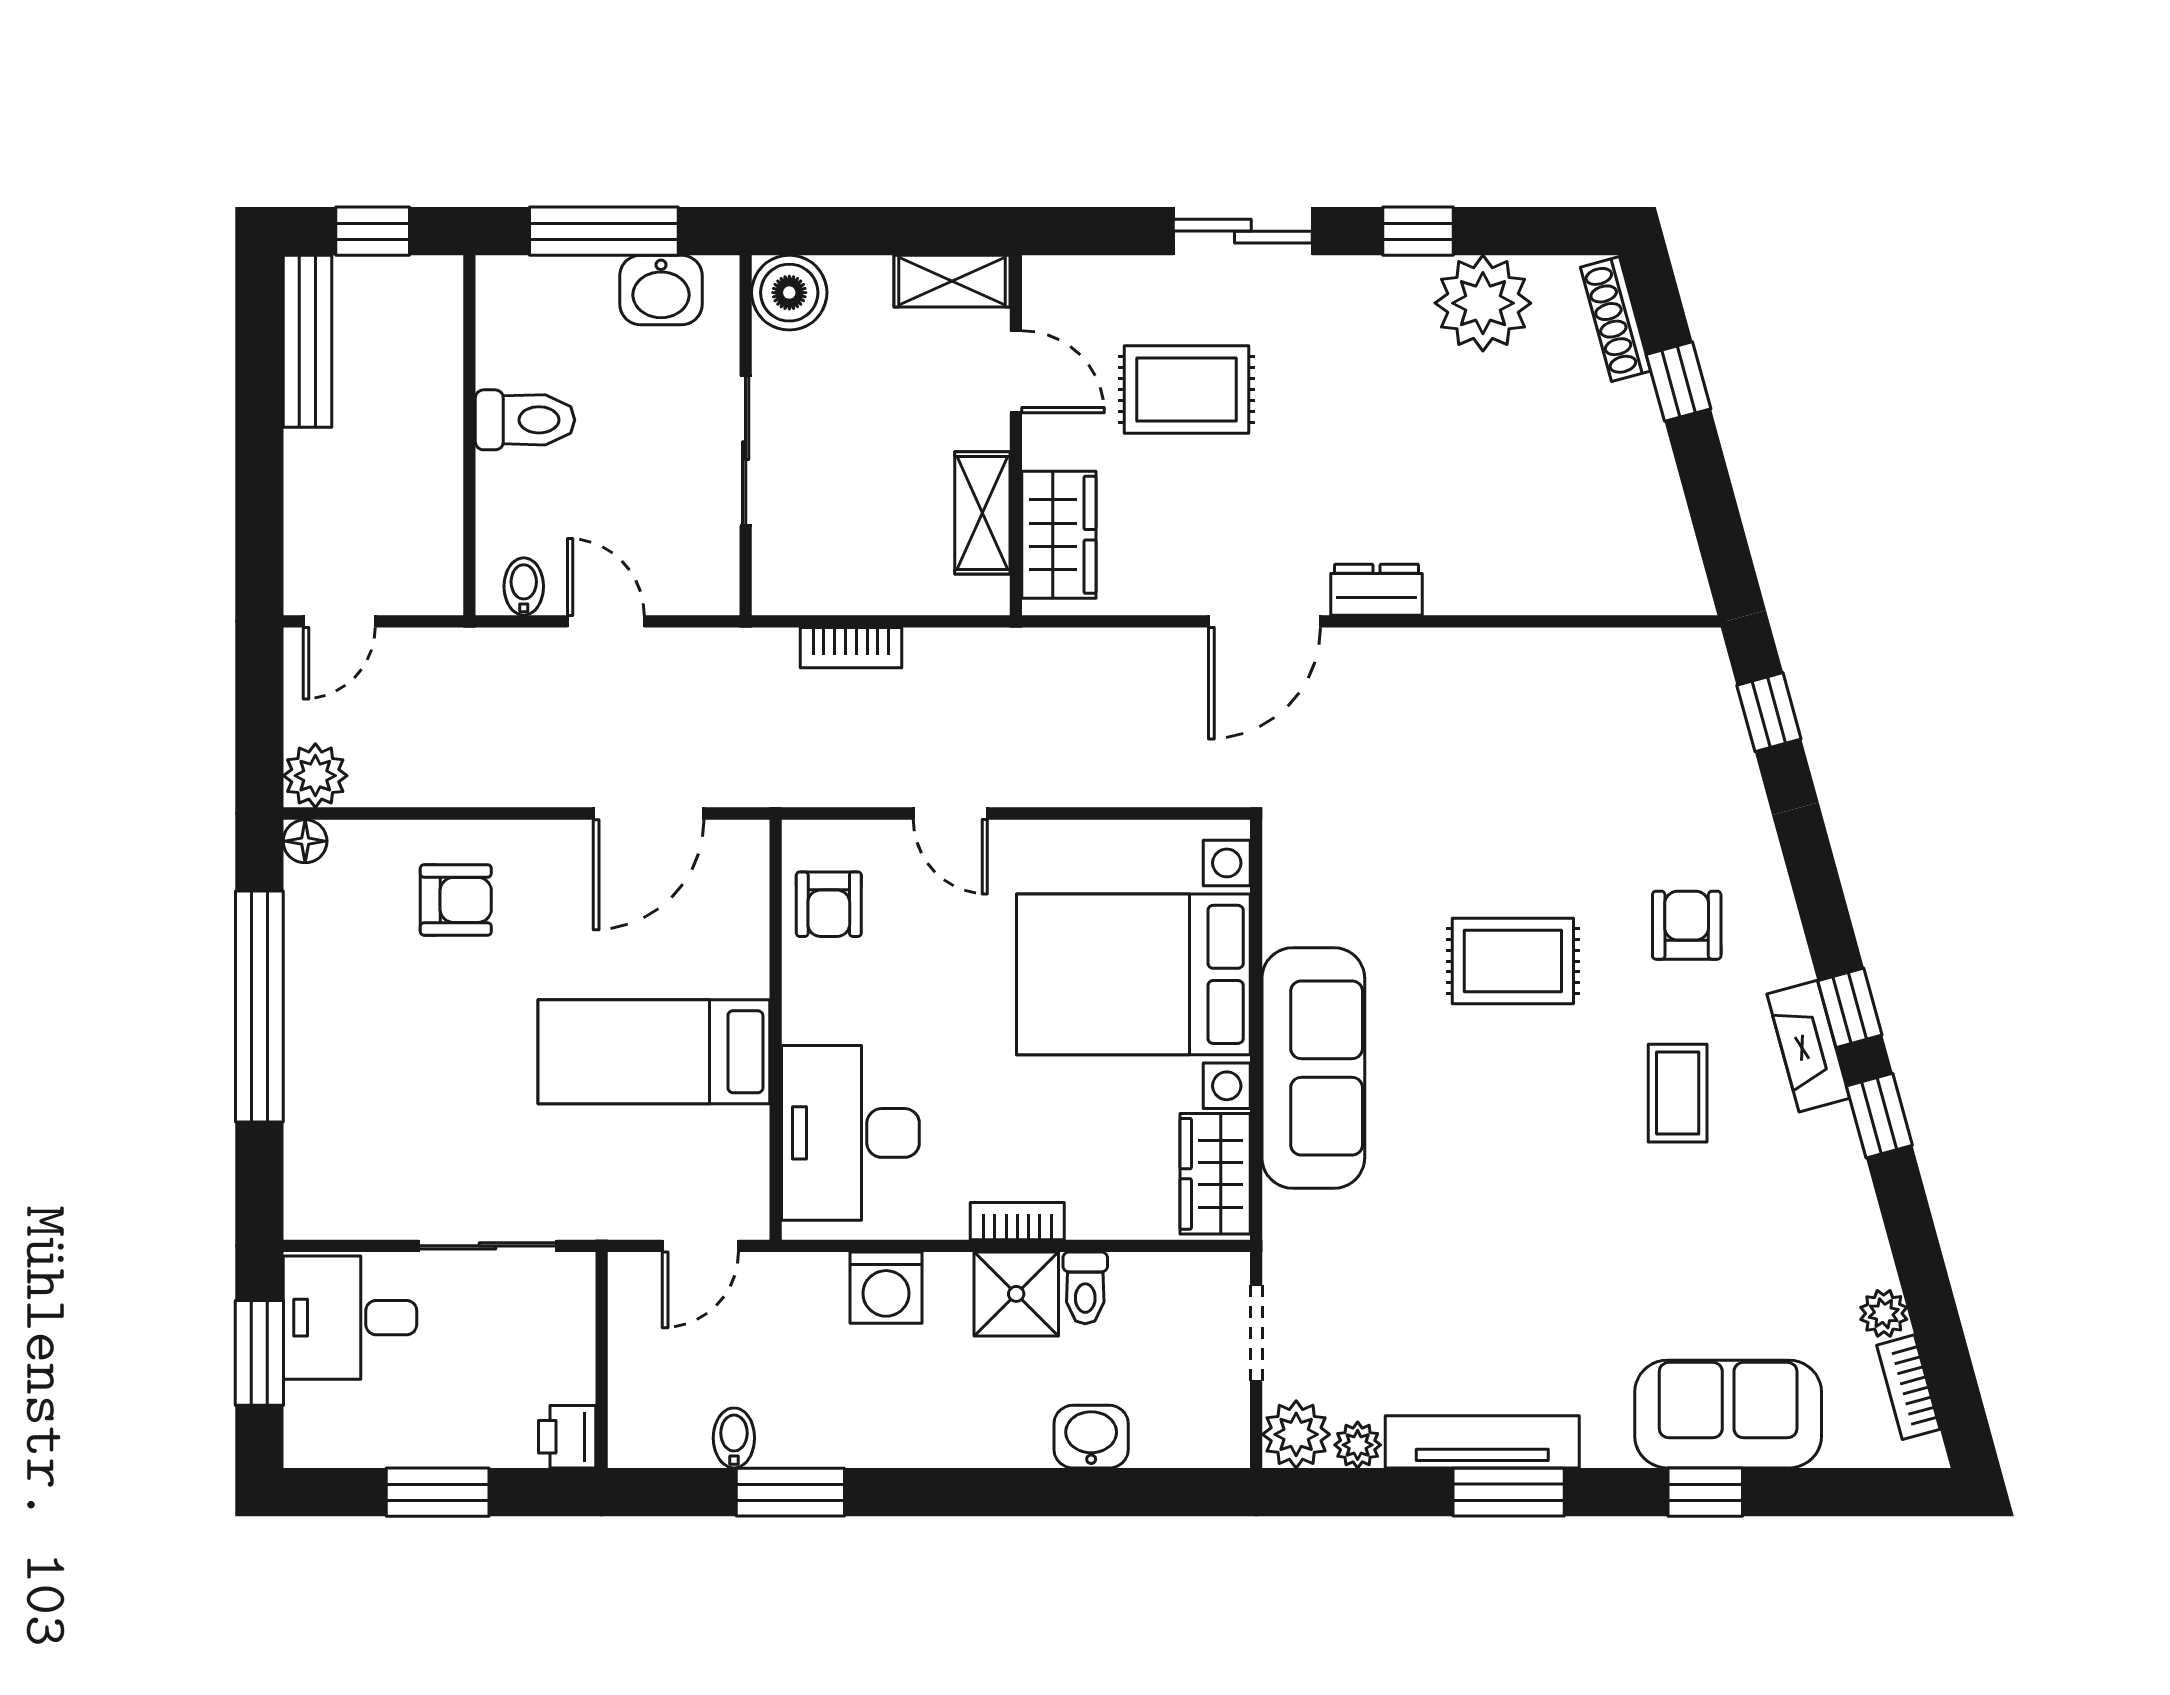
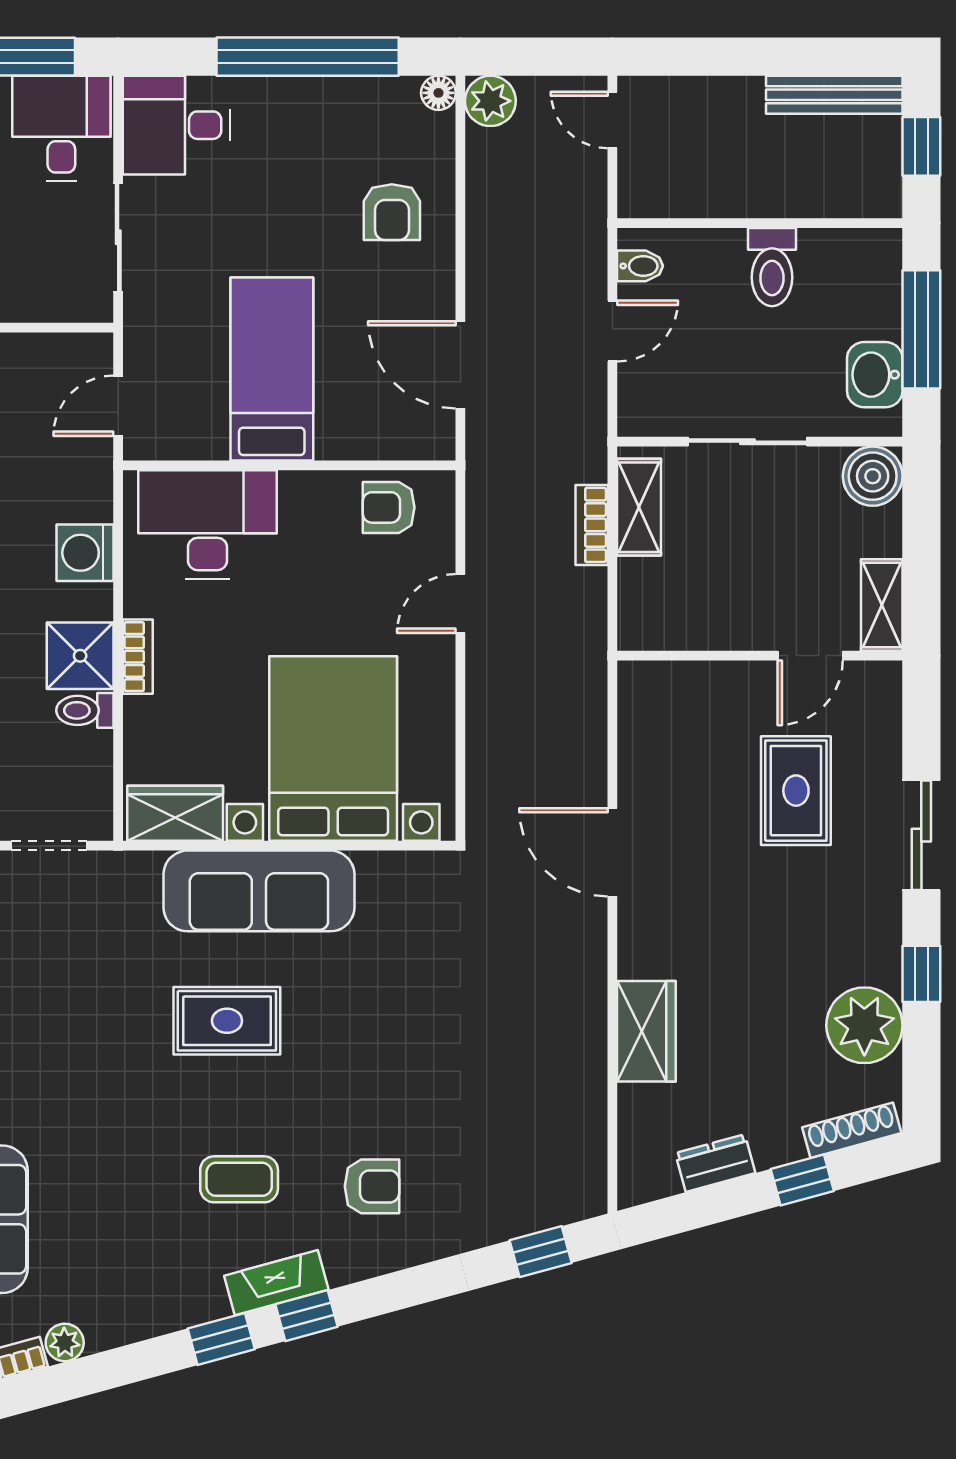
shelving: (982, 513) -> (639, 507), moved, turned 90
wardrobe: (1059, 535) -> (646, 1031), moved, turned -90
dresser: (1377, 590) -> (715, 1163), moved, turned -105
rug: (1513, 961) -> (227, 1021), moved, turned 90
desk: (346, 1172) -> (176, 125), added
door: (700, 1246) -> (118, 406), hinge flipped

